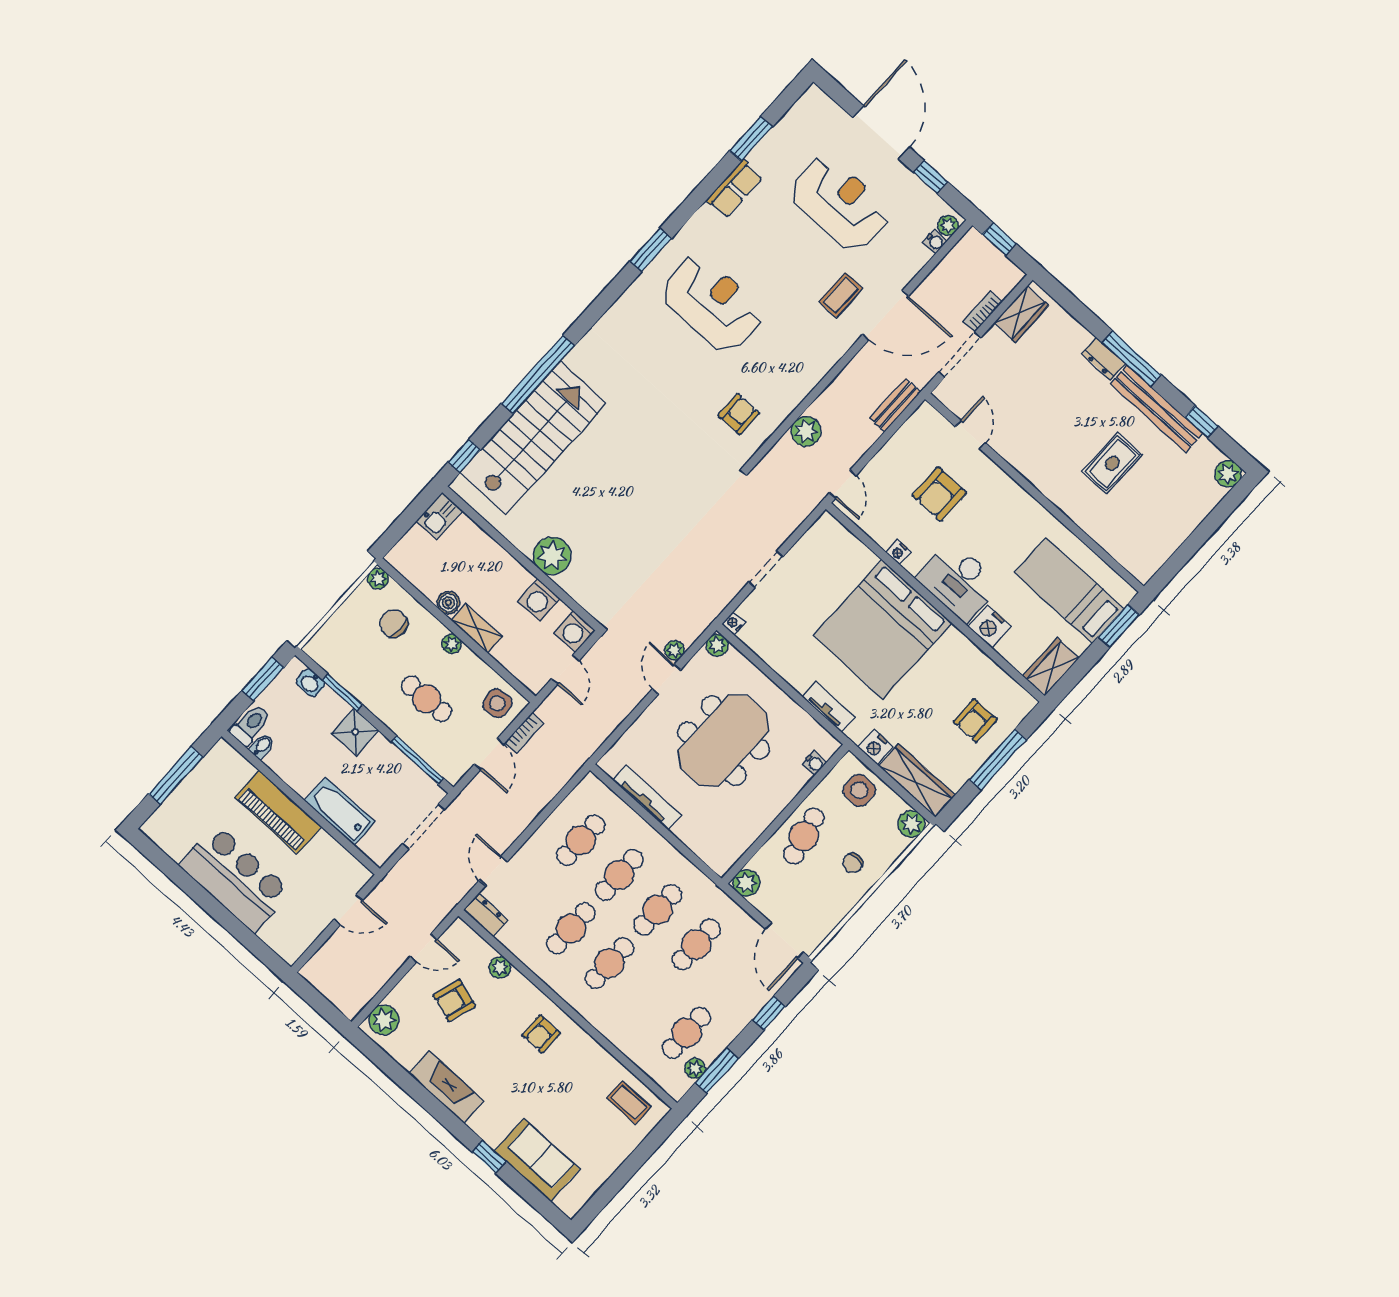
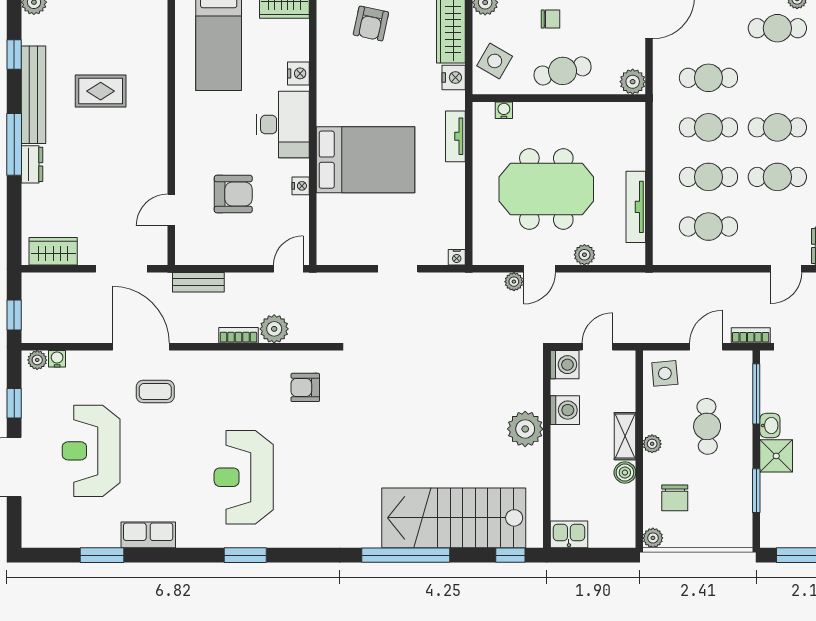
bookcase: (983, 311) -> (238, 335), moved, turned 180
nightstand: (990, 627) -> (298, 73), width x0.74, depth x0.75
bed: (883, 629) -> (365, 160), width x0.73
plant: (717, 645) -> (584, 255), moved
washbasin: (311, 683) -> (770, 426), moved
armchair: (975, 721) -> (371, 24), turned 102
bookcase: (524, 733) -> (751, 335), moved
side table: (859, 790) -> (495, 61), turned 30

